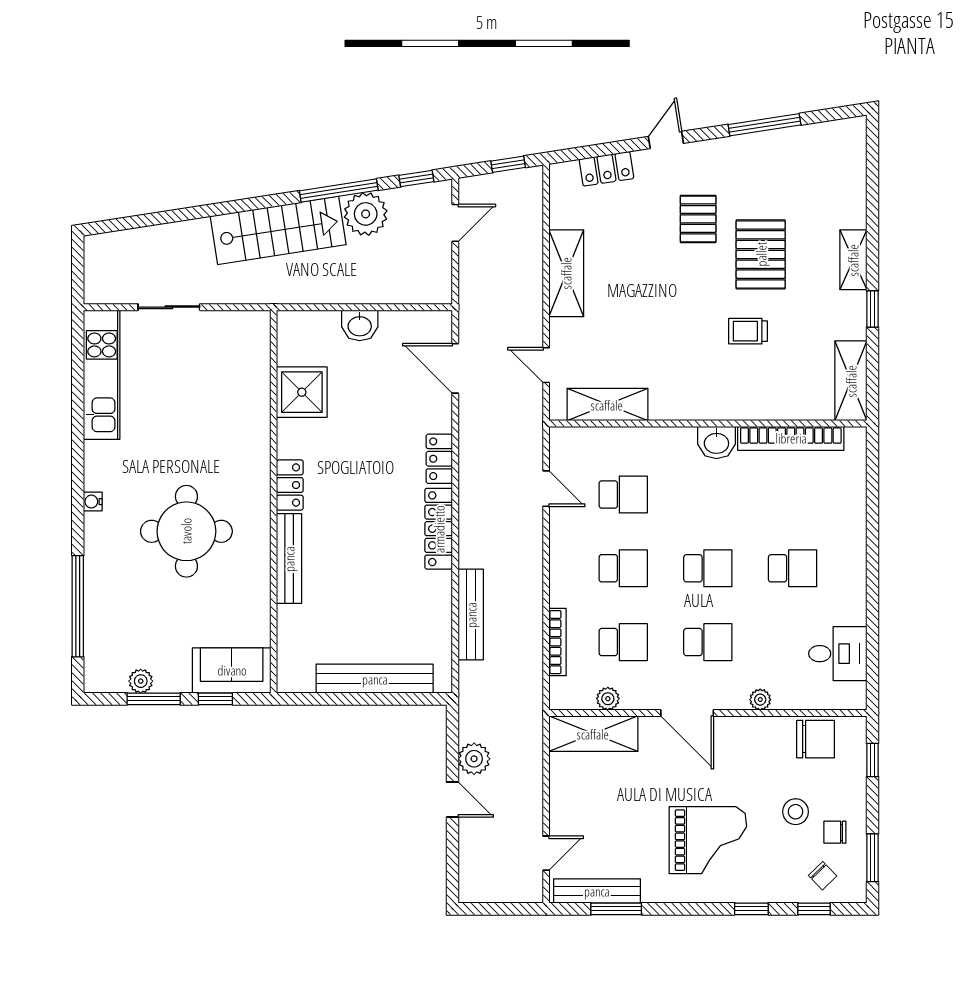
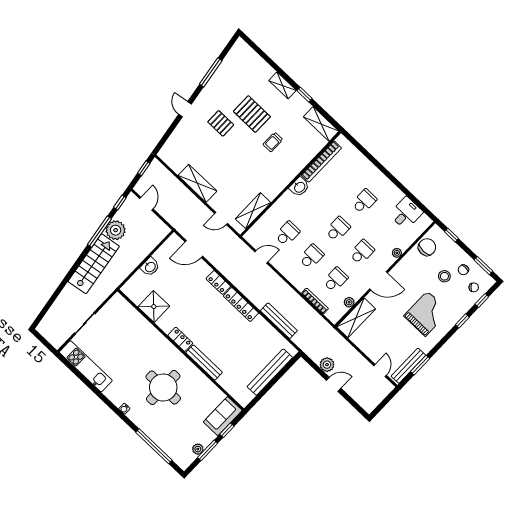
locker: (606, 169) -> (176, 138), removed

